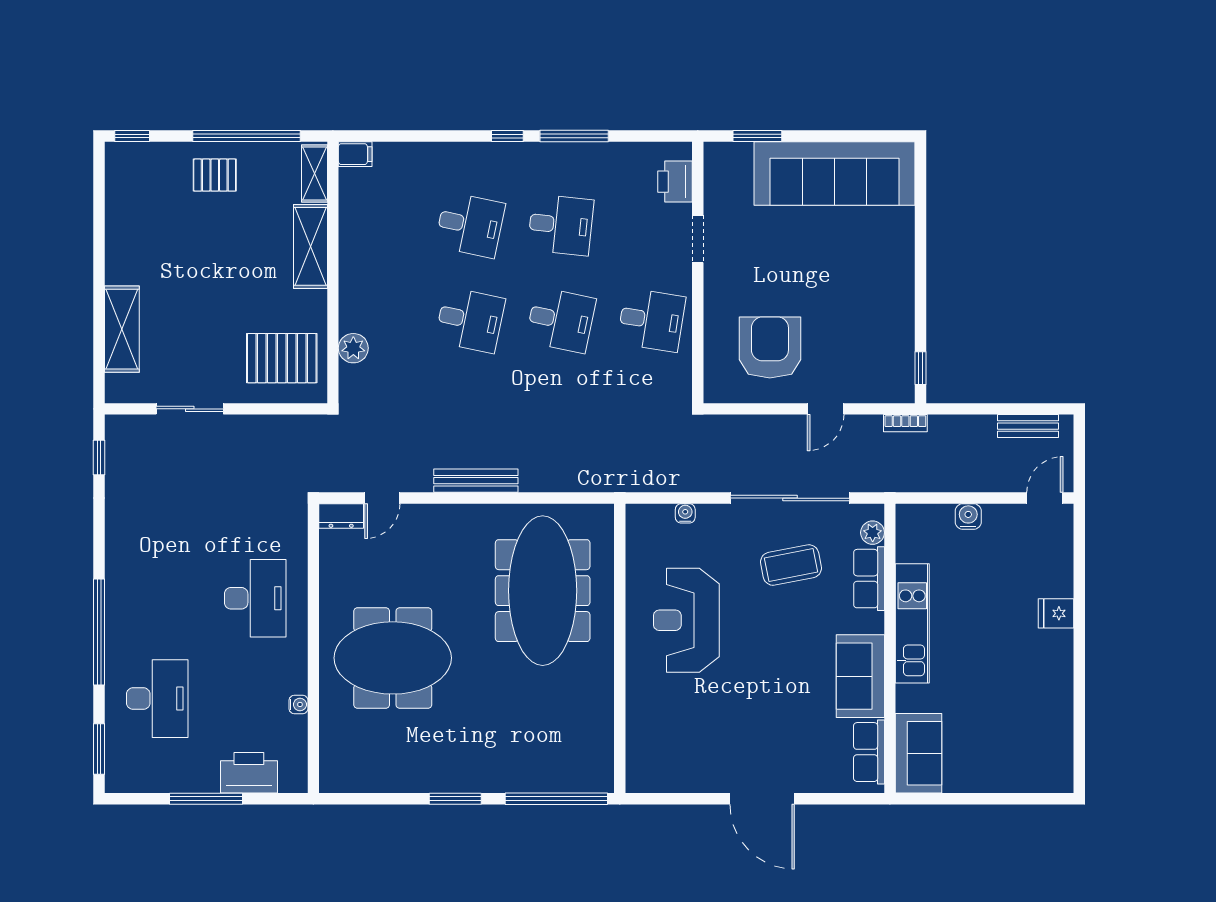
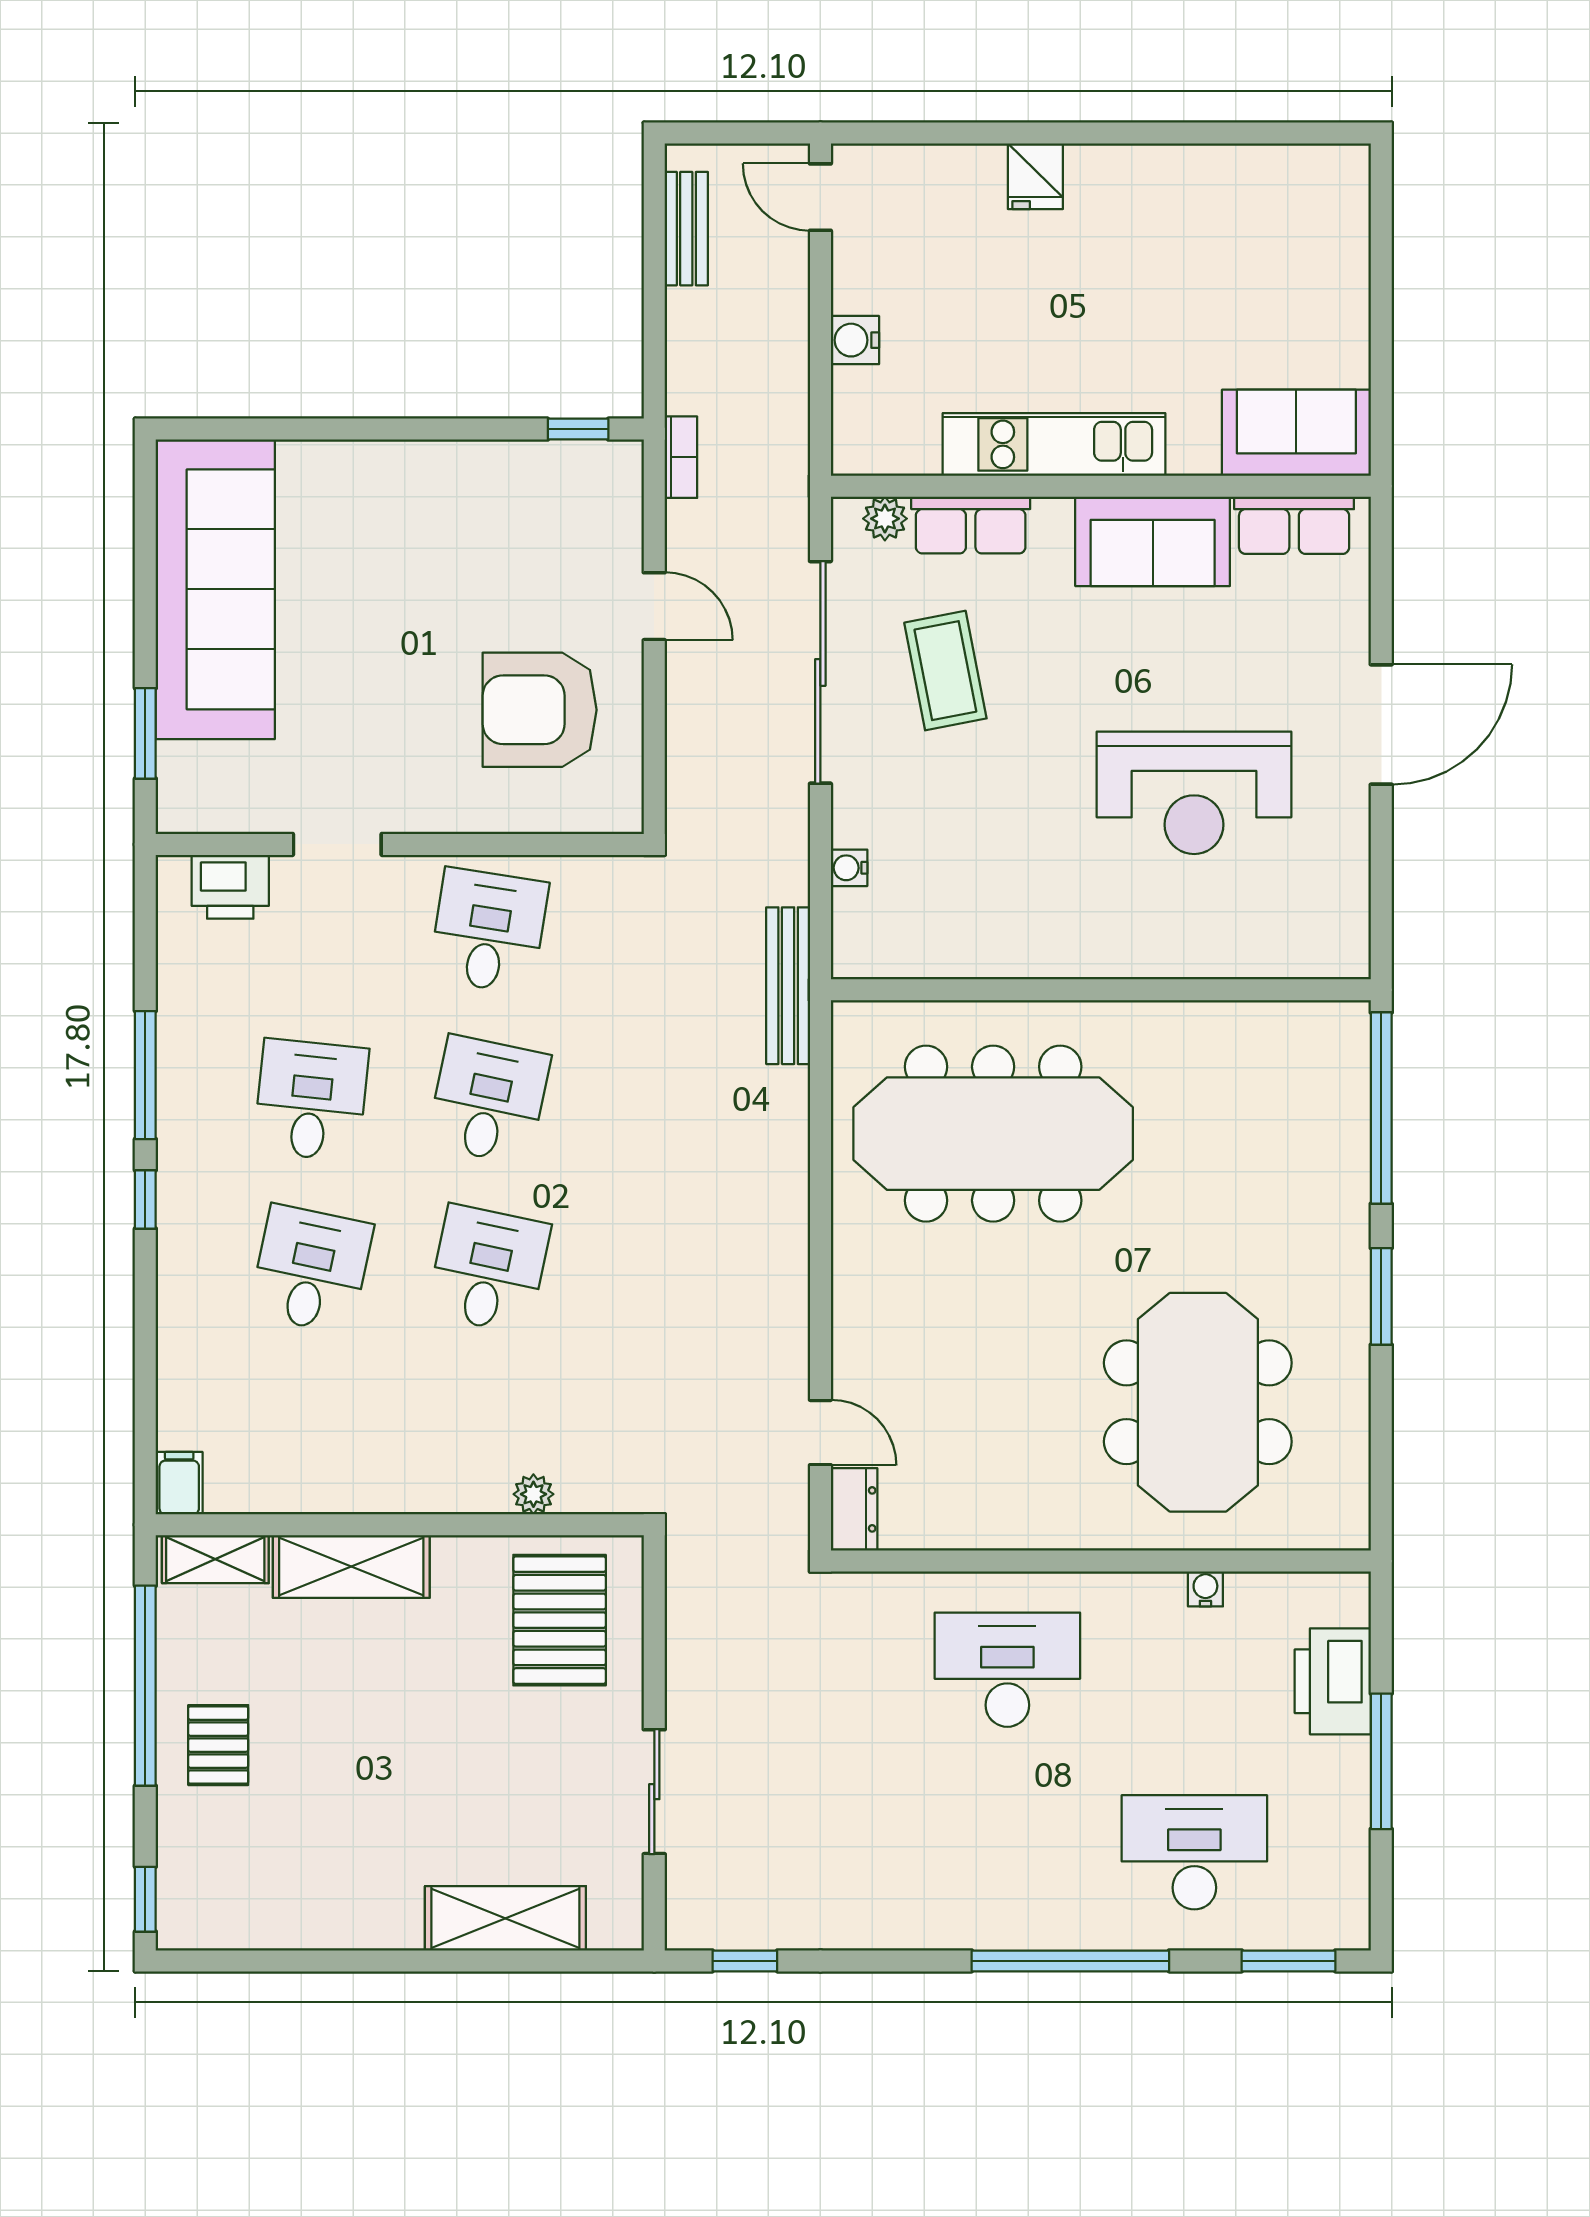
plant: (353, 348) -> (533, 1494), width x0.73, depth x0.73
bench: (476, 481) -> (788, 986), moved
reception desk: (686, 620) -> (1194, 793), moved
meeting table: (393, 658) -> (1198, 1402), moved

